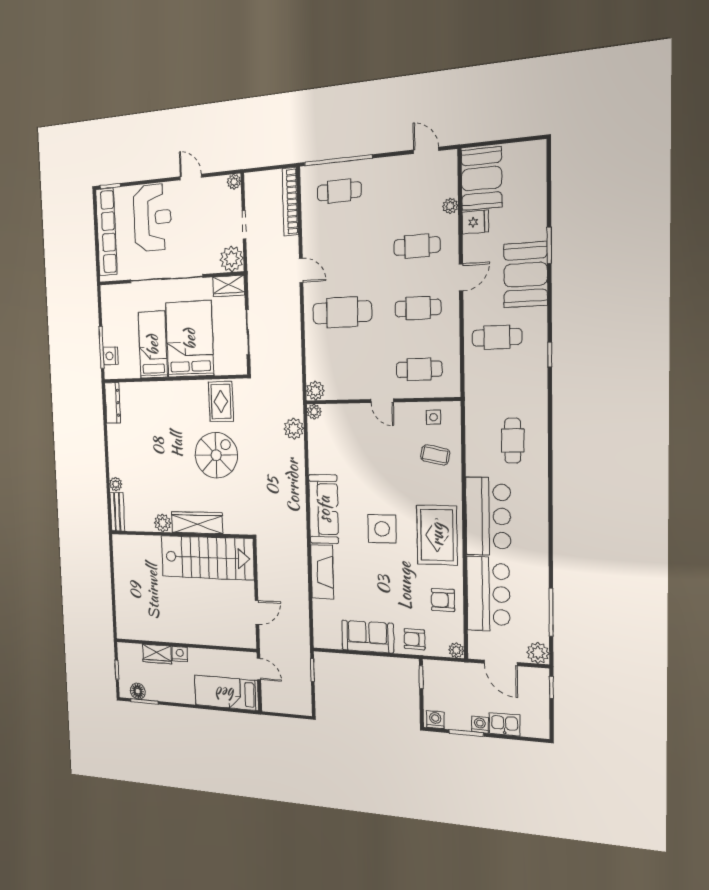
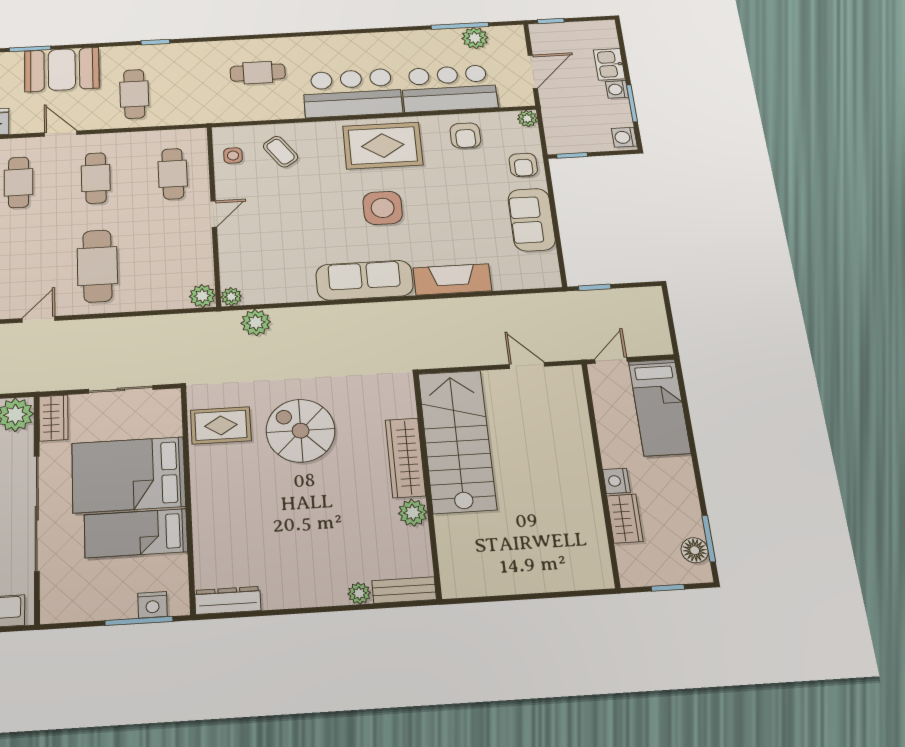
coffee table: (435, 455) -> (281, 152), turned -47
plant: (538, 653) -> (475, 38), moved

